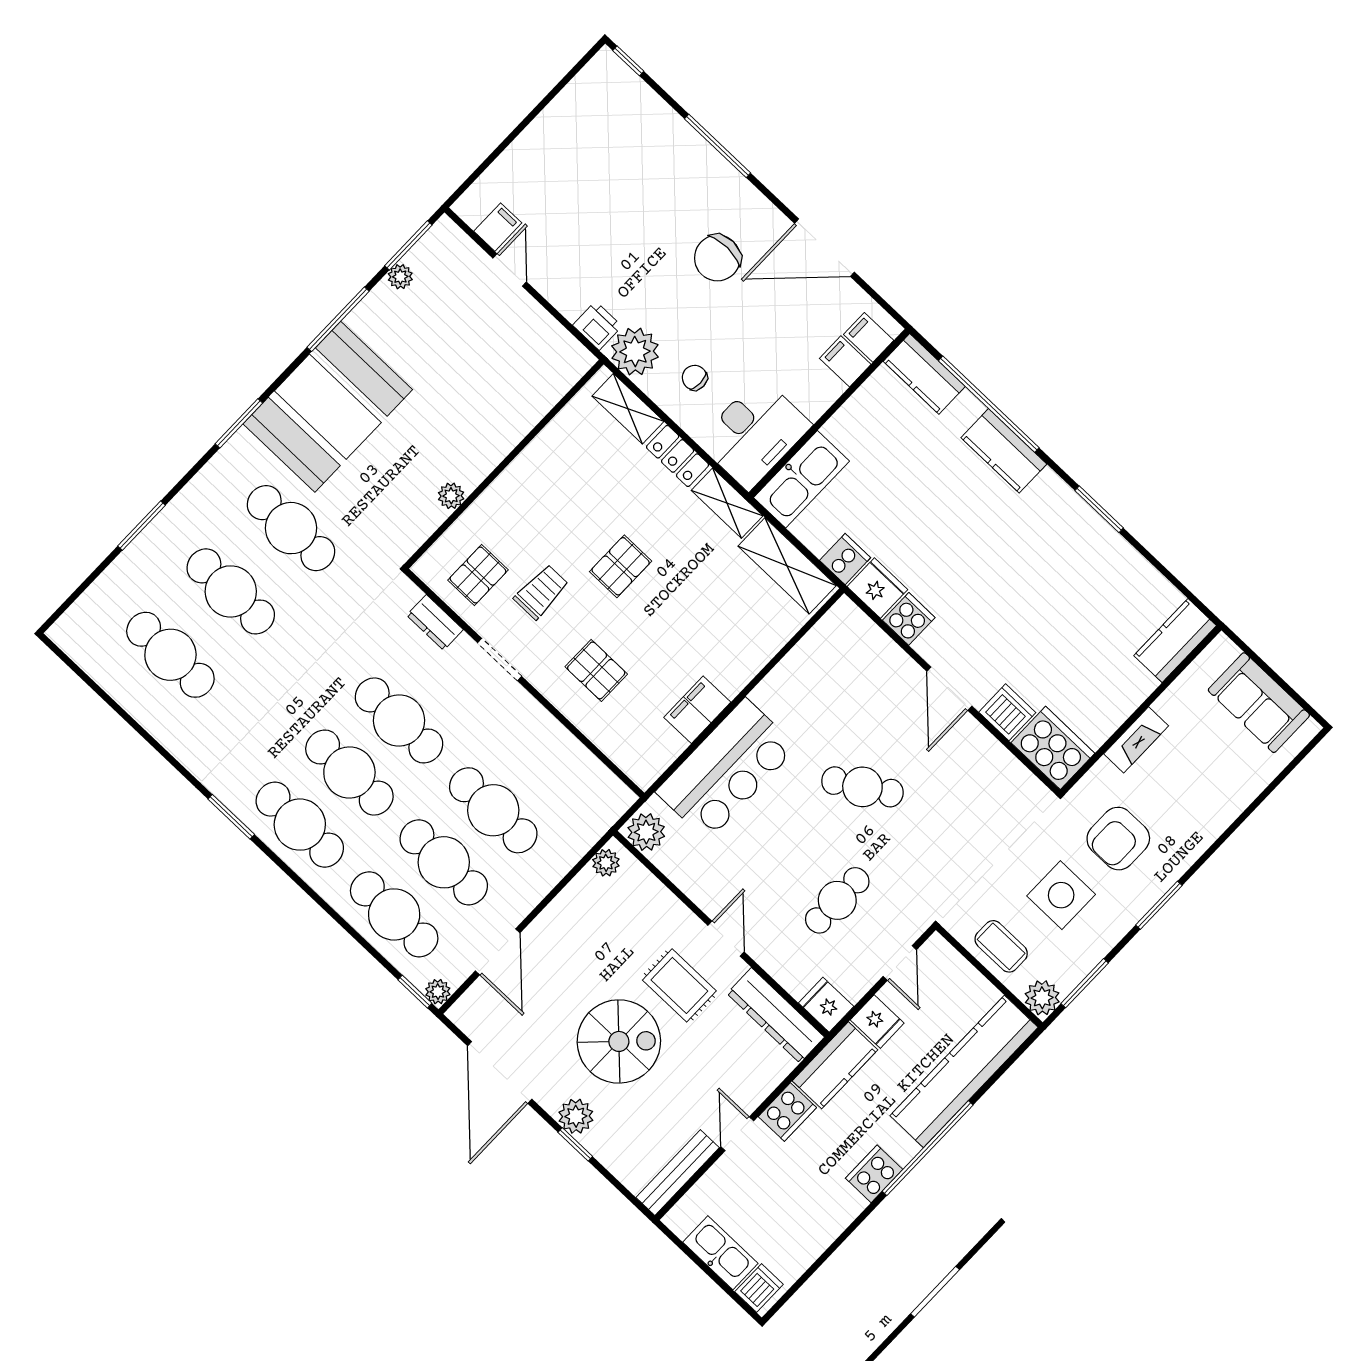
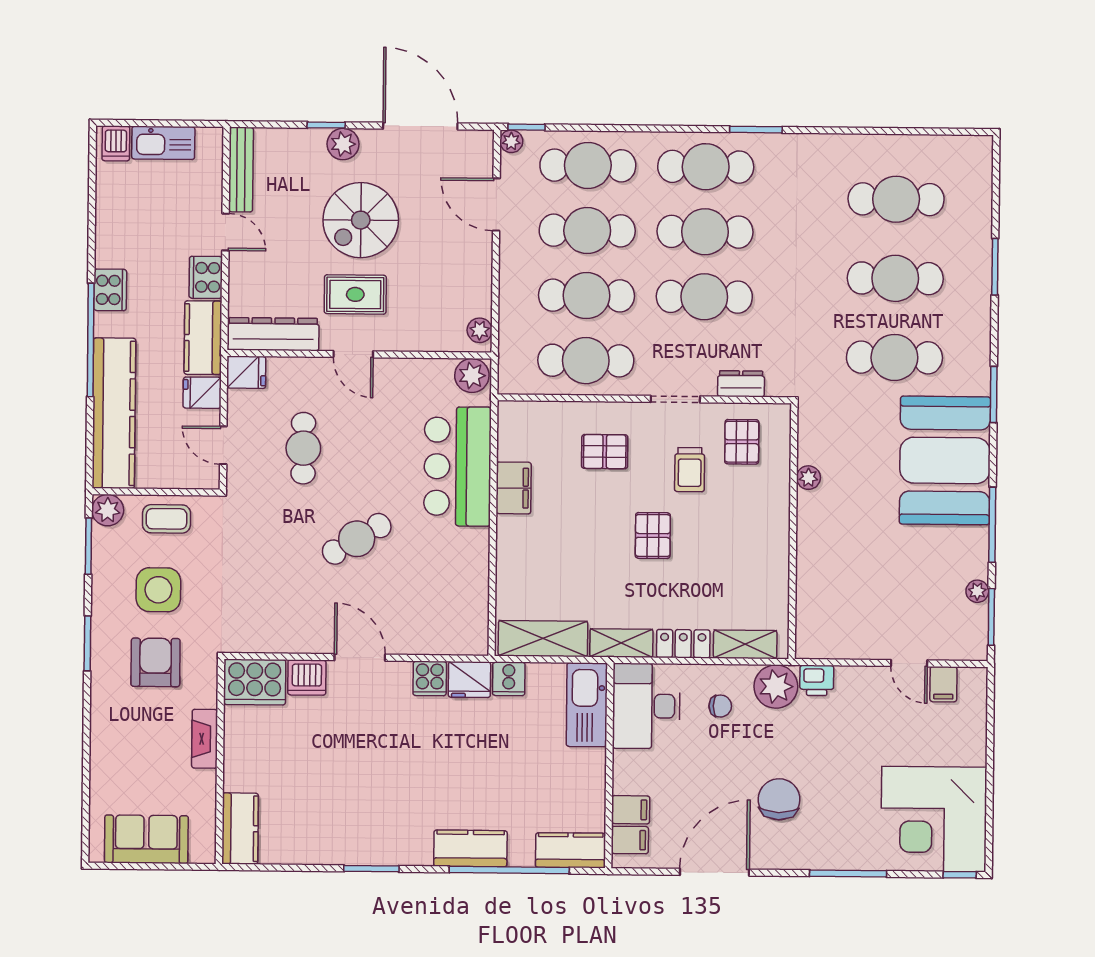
corner desk: (607, 125) -> (934, 819), added
cafe table: (543, 758) -> (586, 361), added

